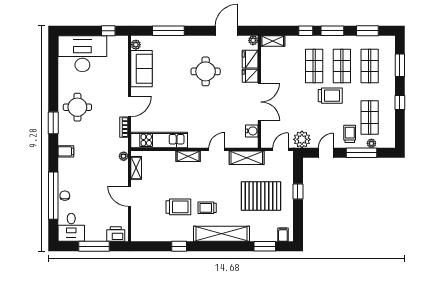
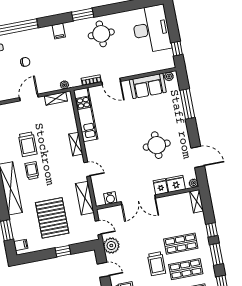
chair: (65, 196) -> (25, 62), moved

